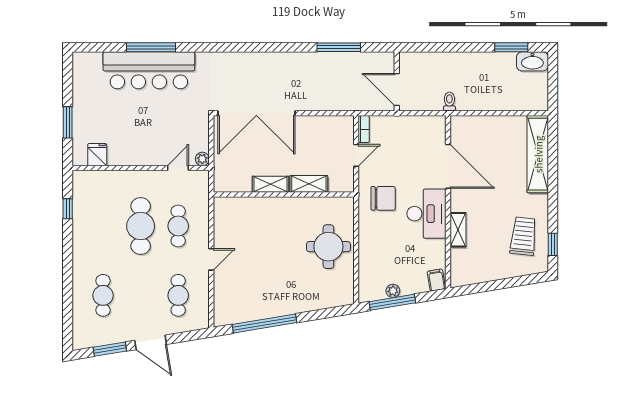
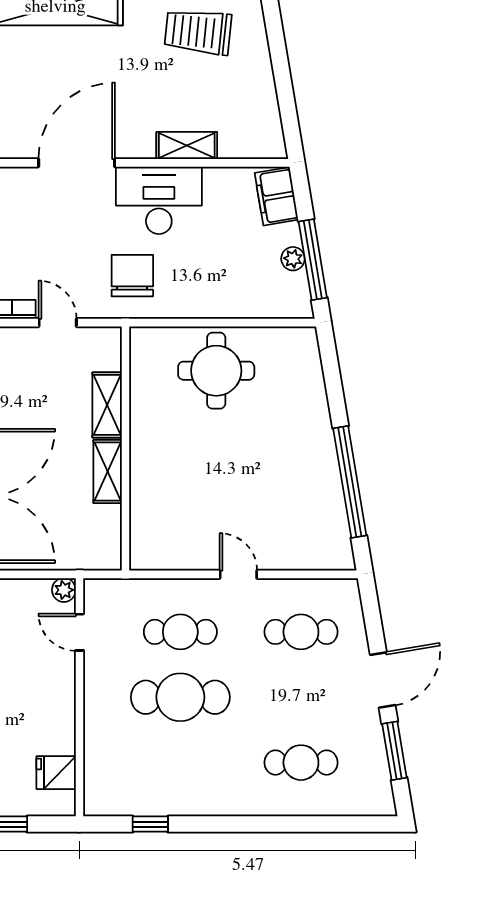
filing cabinet: (436, 280) -> (276, 196), width x2.00

